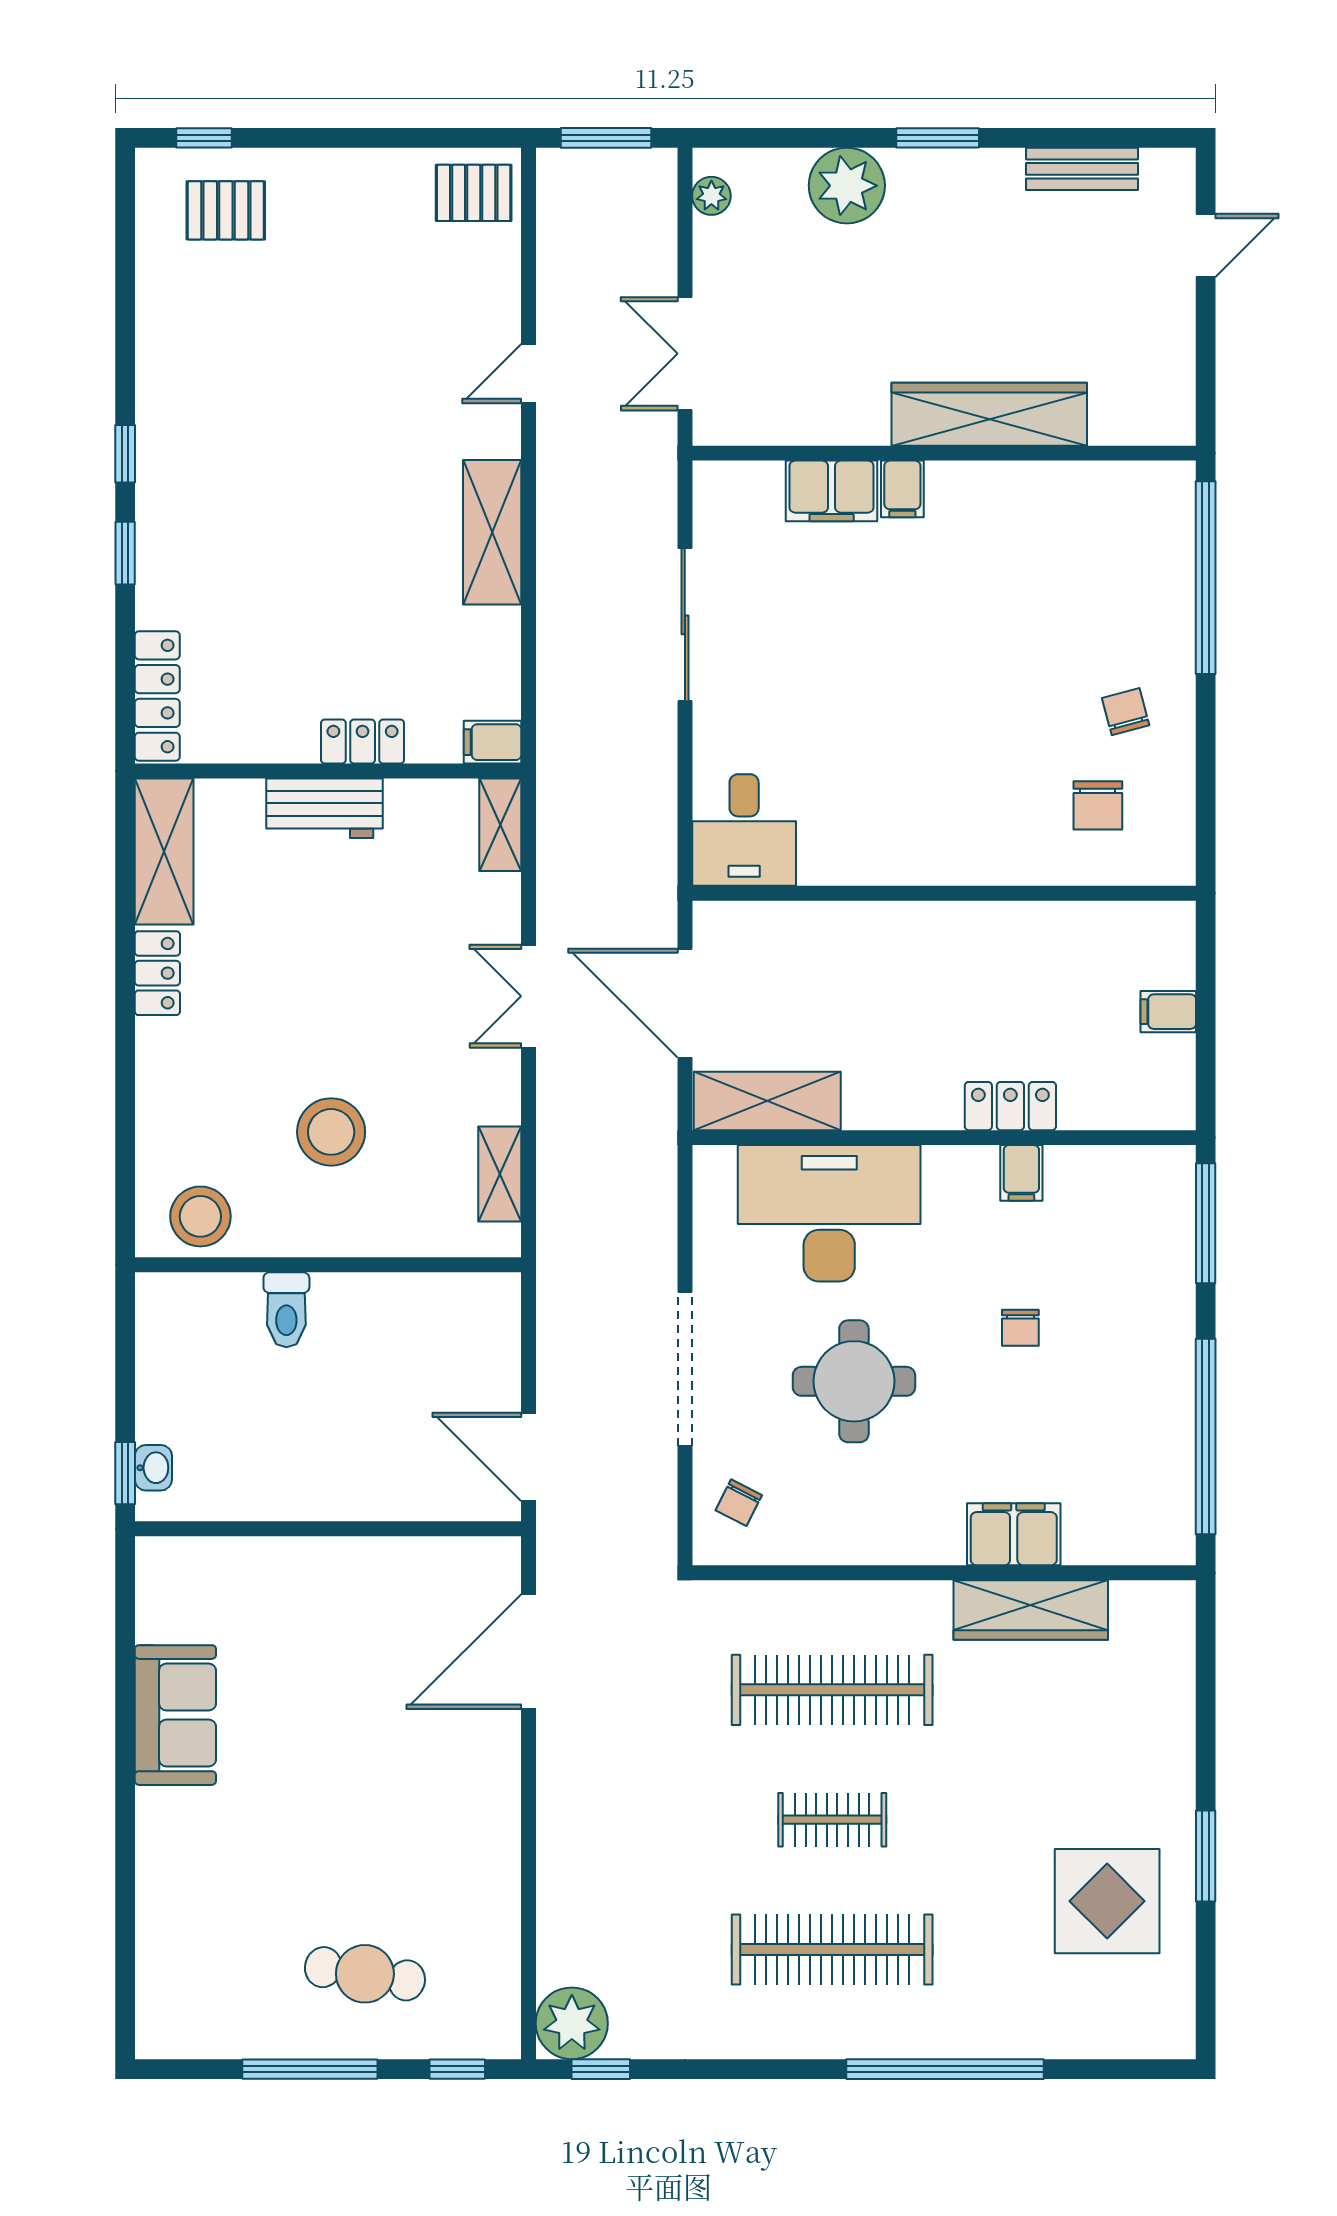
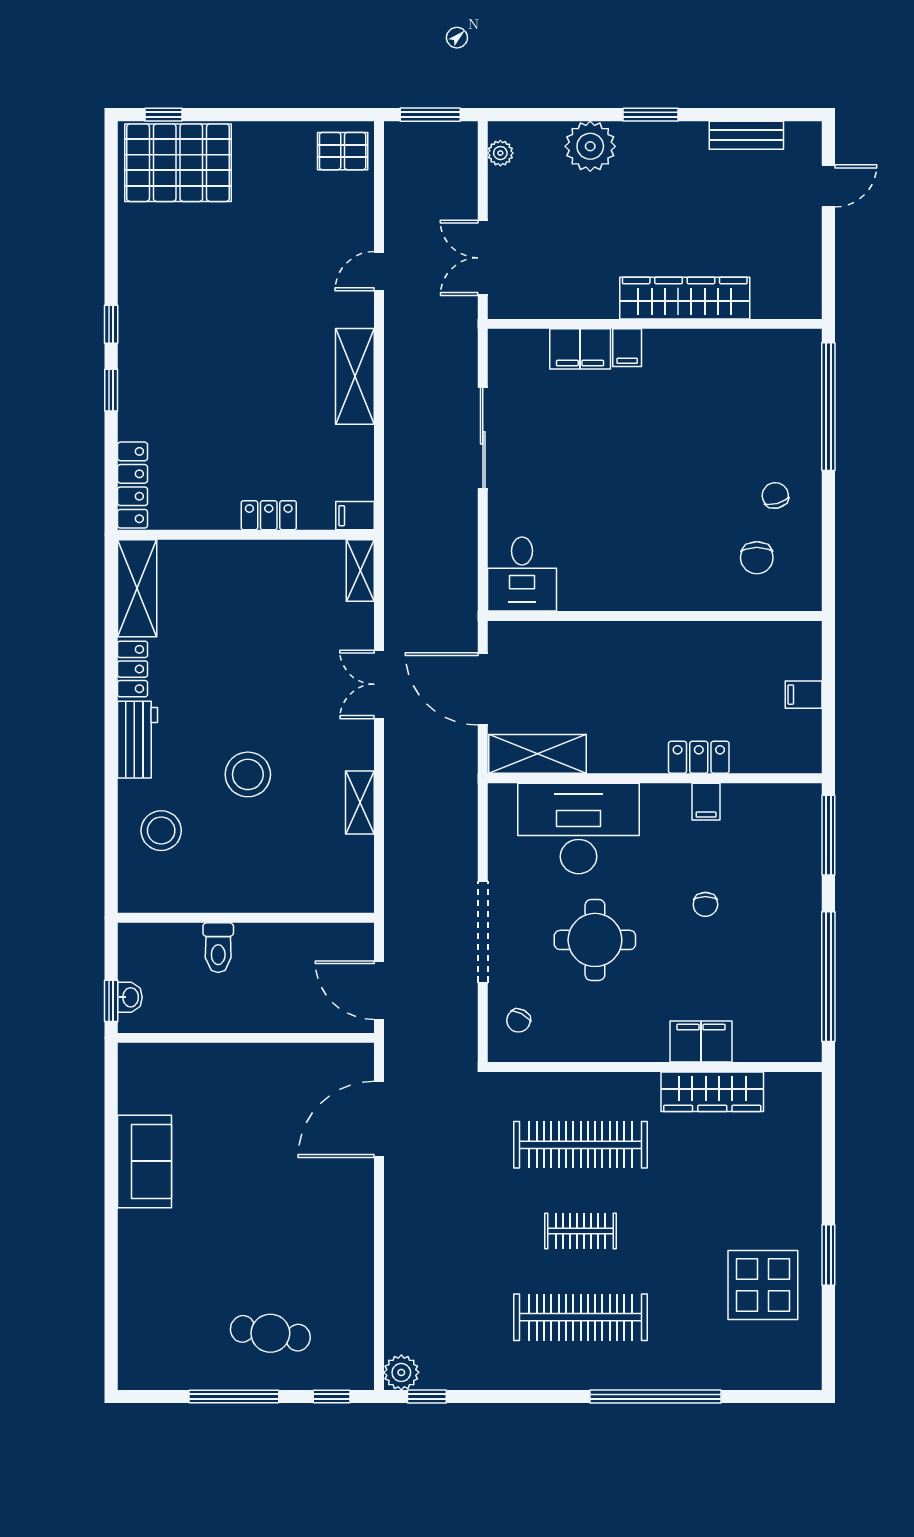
pallet: (226, 210) -> (178, 163), width x2.05, depth x2.00
workbench: (324, 808) -> (138, 740), moved, turned -90
wall: (328, 1265) -> (246, 918), moved
toilet: (286, 1310) -> (218, 948), moved
plant: (572, 2023) -> (401, 1372), width x0.73, depth x0.73

